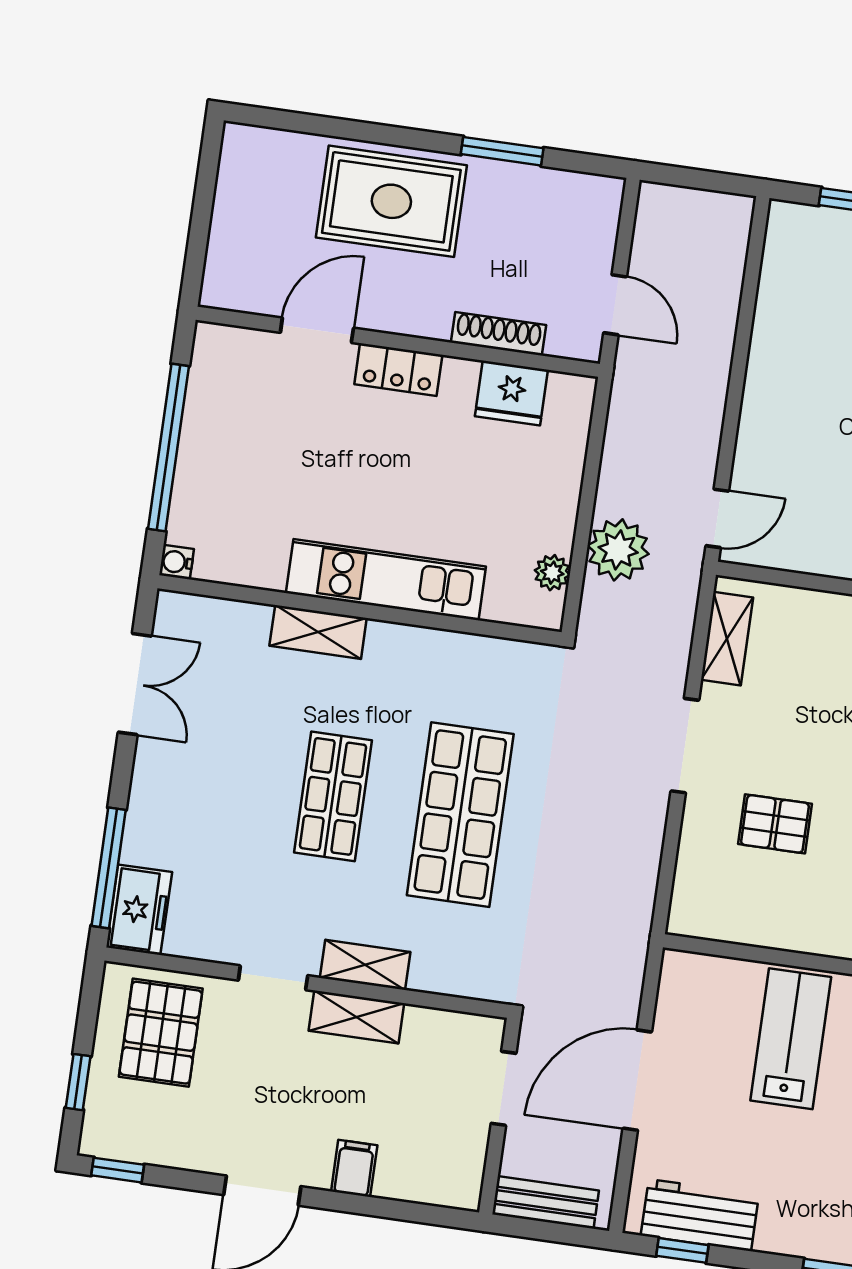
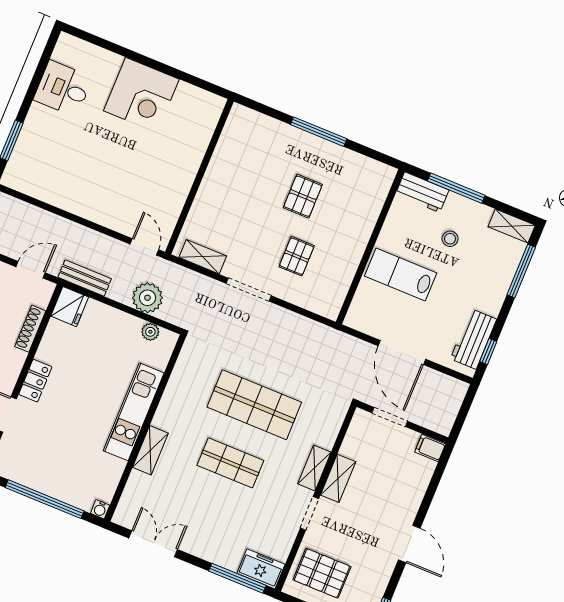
fridge: (511, 393) -> (70, 307), moved
filing cabinet: (354, 1168) -> (430, 448), moved
bench: (546, 1202) -> (85, 278), moved, turned 90

